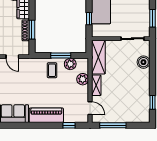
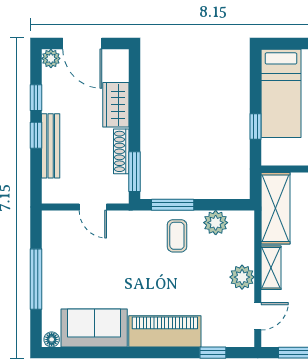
window: (32, 30) -> (135, 172), moved
window: (61, 56) -> (173, 205), moved
plant: (83, 79) -> (242, 277), moved
door: (90, 108) -> (258, 316), hinge flipped

